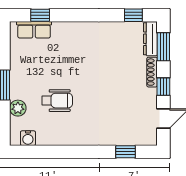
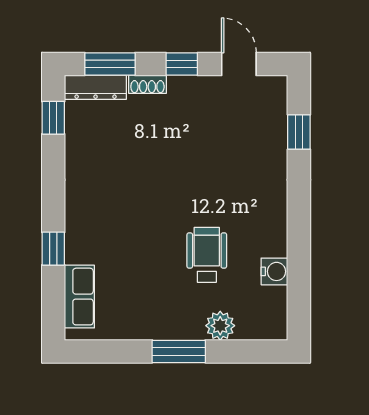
window: (40, 15) -> (53, 249), moved
shoe rack: (152, 72) -> (147, 84), width x0.70
water cooler: (28, 138) -> (274, 271), moved

